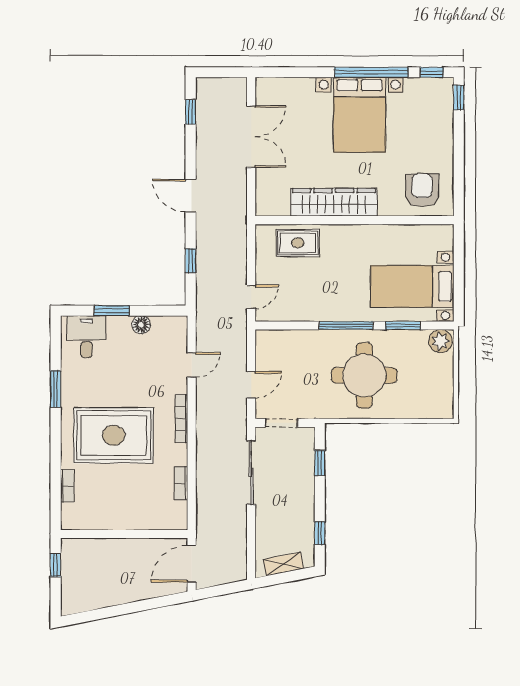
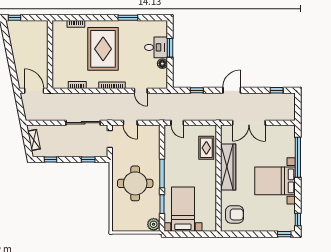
window: (371, 72) -> (298, 157), moved
double door: (251, 137) -> (249, 123), moved
desk: (86, 337) -> (156, 47), moved
window: (56, 565) -> (15, 18), moved

